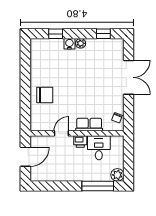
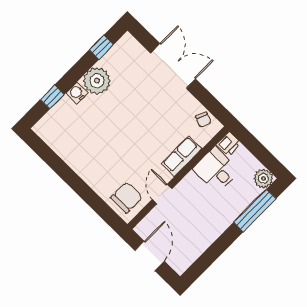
plant: (81, 43) -> (97, 81), width x1.87, depth x1.87
chair: (45, 95) -> (127, 197), moved
printer: (80, 141) -> (229, 144), moved

